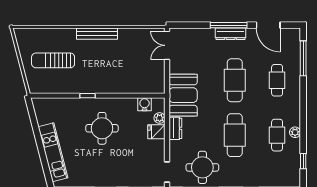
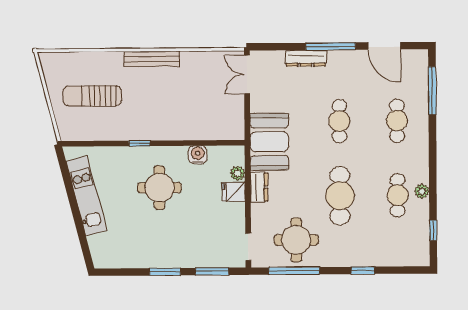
dresser: (231, 34) -> (306, 58), moved
cafe table: (235, 80) -> (339, 121), width x0.73, depth x0.74
water cooler: (145, 104) -> (198, 155), moved
kitchen unit: (53, 152) -> (86, 196), moved

